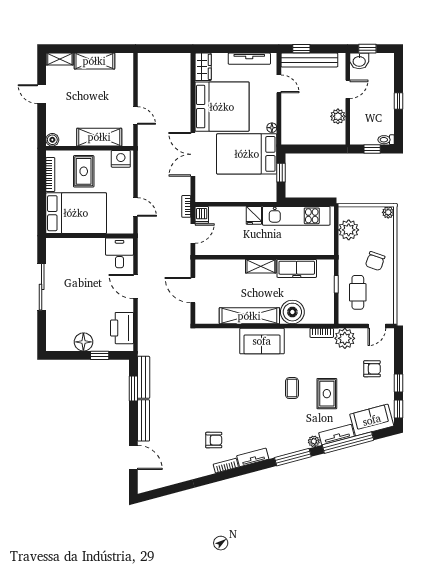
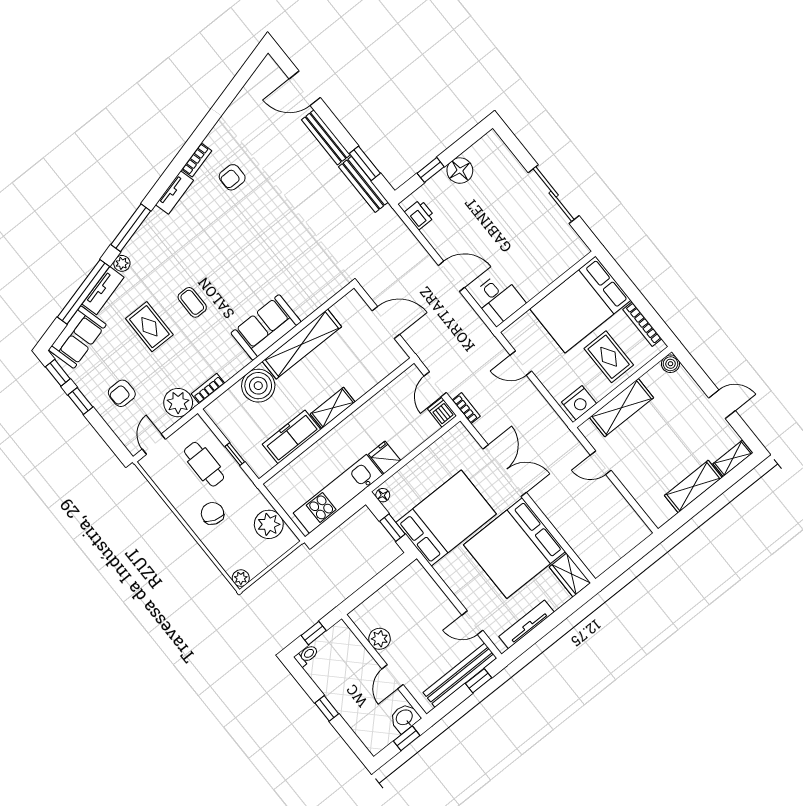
floor lamp: (272, 128) -> (383, 495), moved
printer: (122, 328) -> (420, 215), width x0.53, depth x0.68

